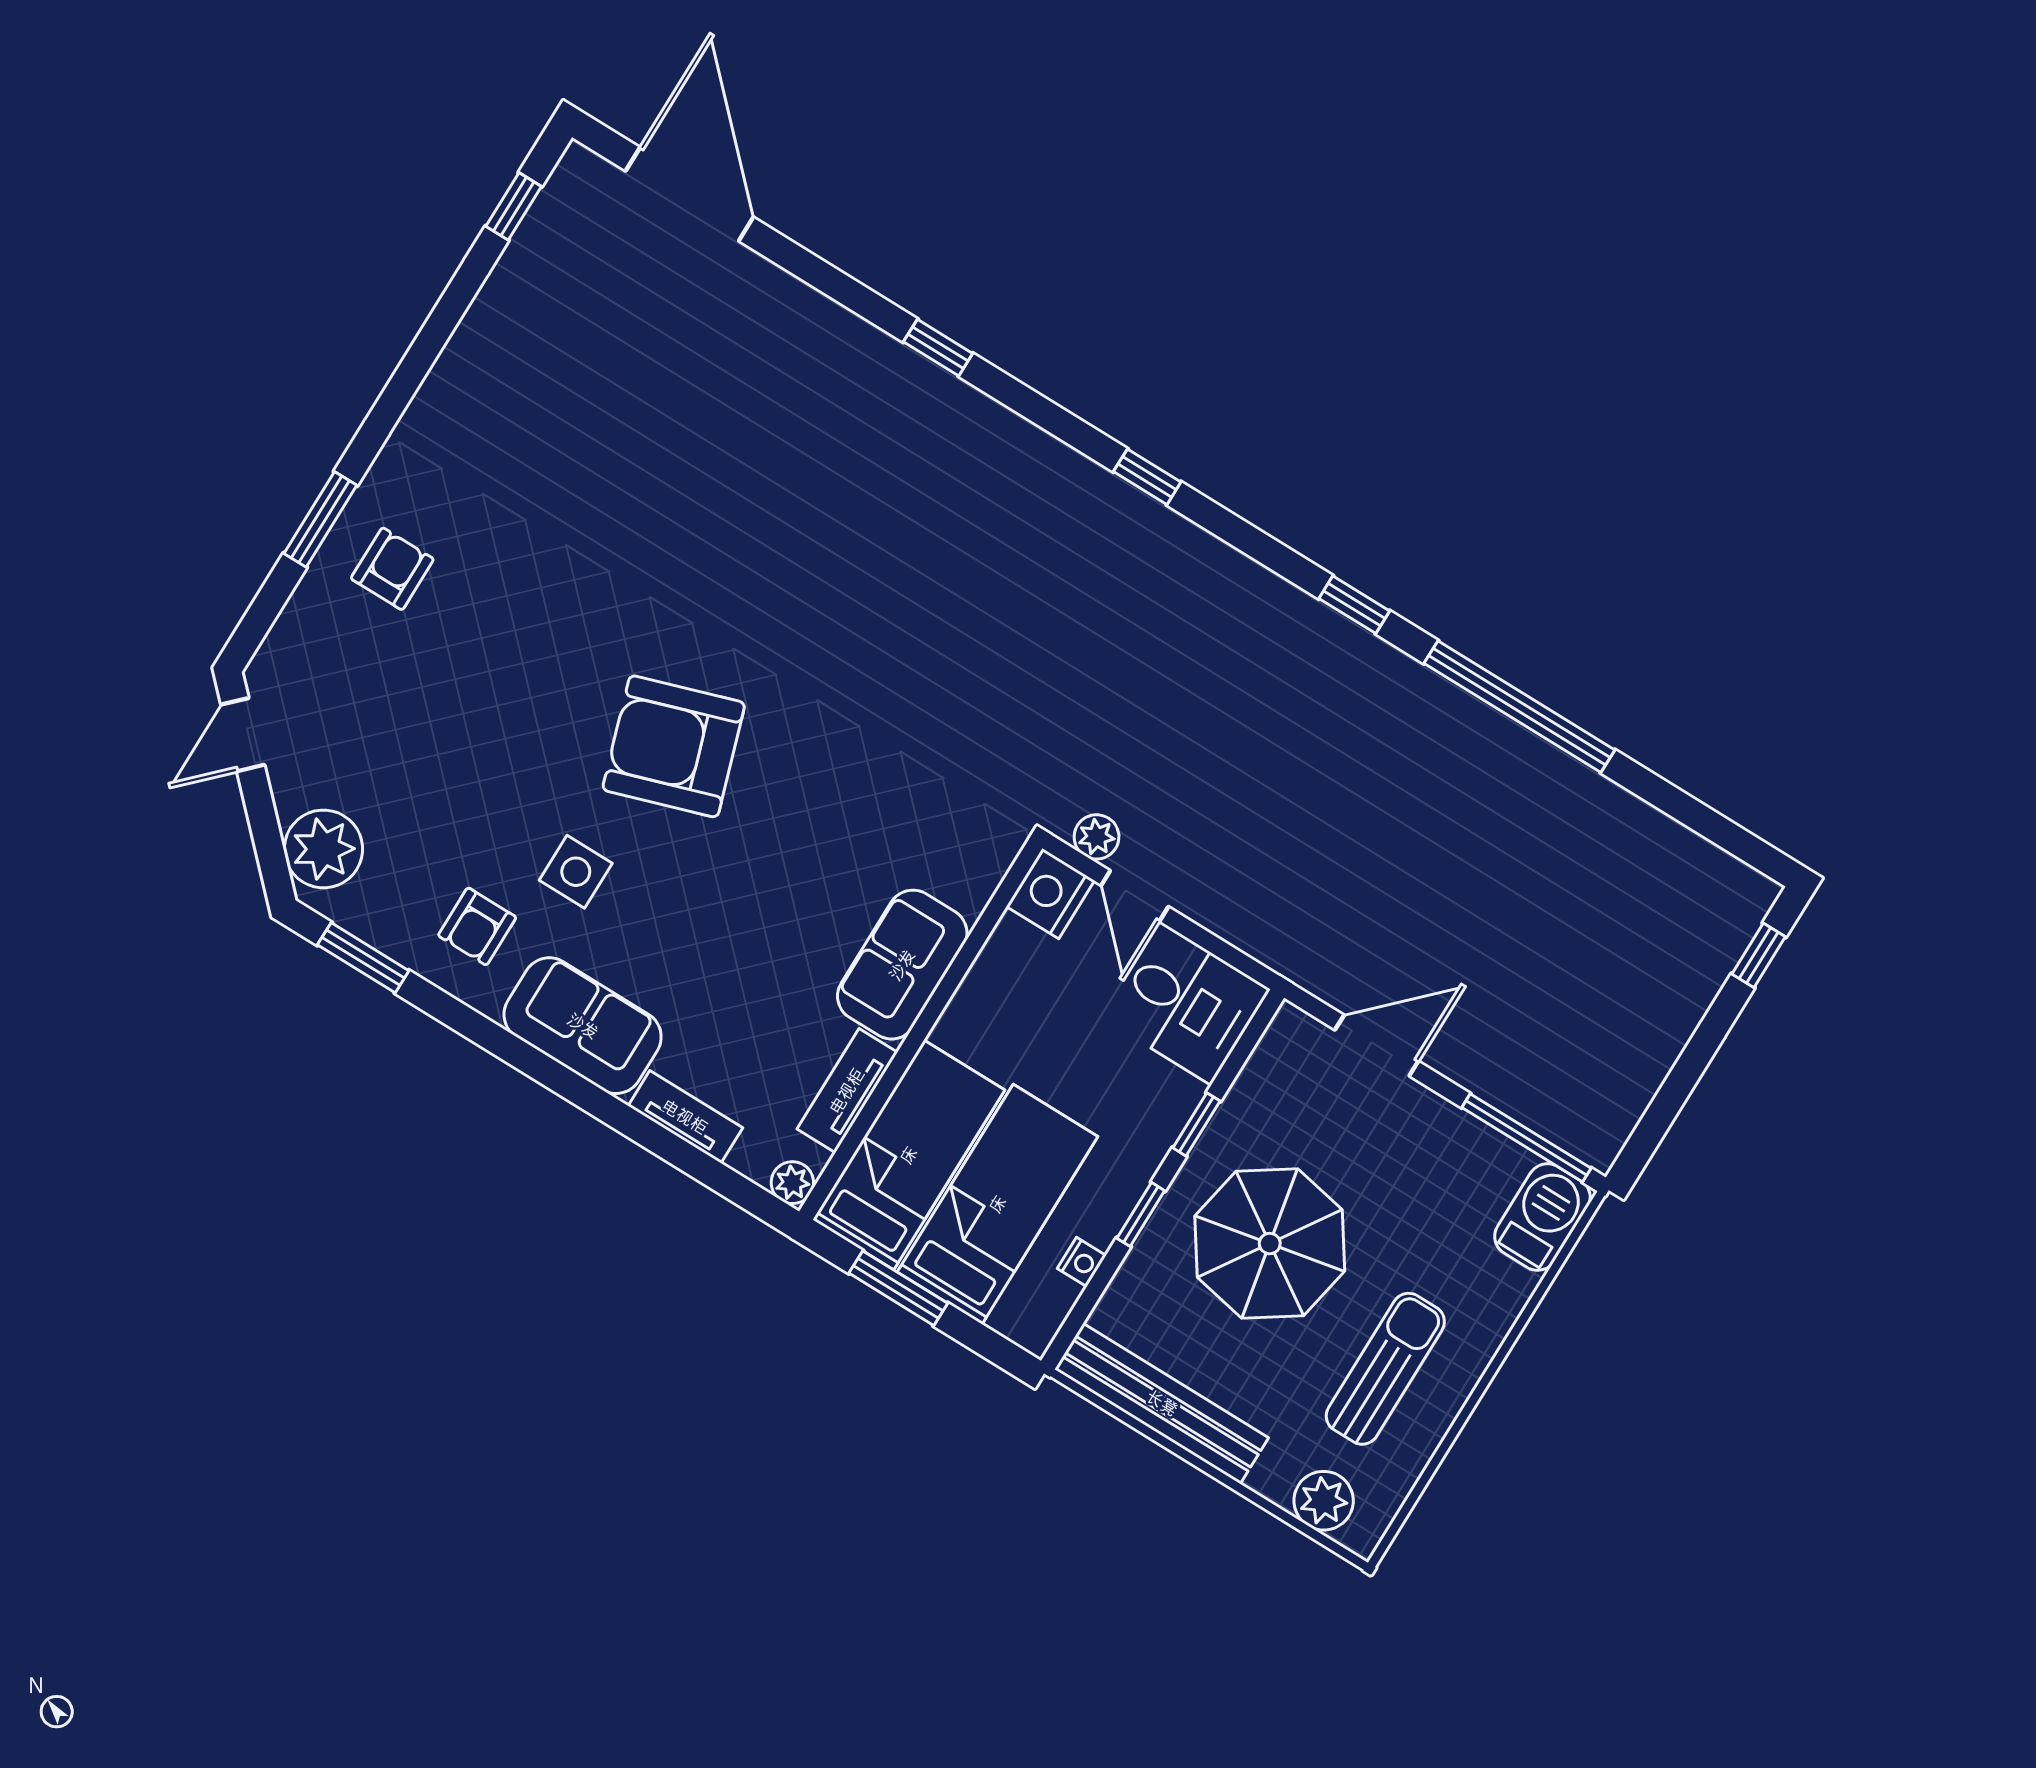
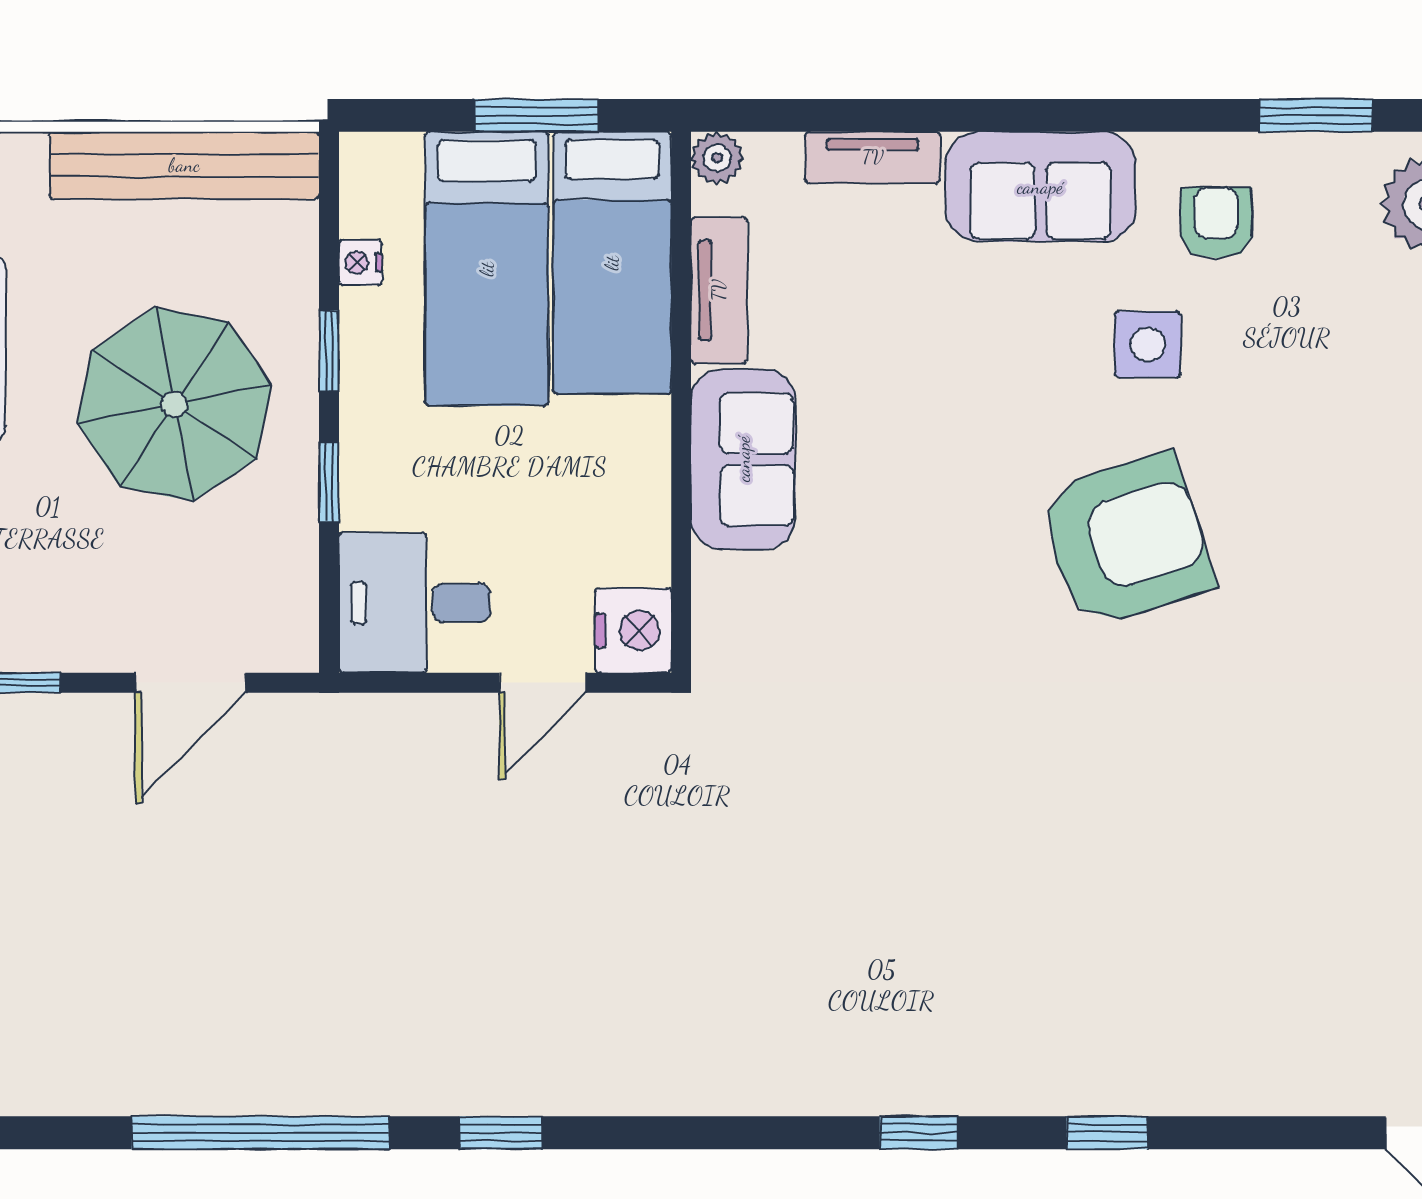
window: (1147, 477) -> (919, 1133), moved
plant: (1097, 837) -> (621, 720), removed
door: (1135, 896) -> (543, 683), swing flipped

